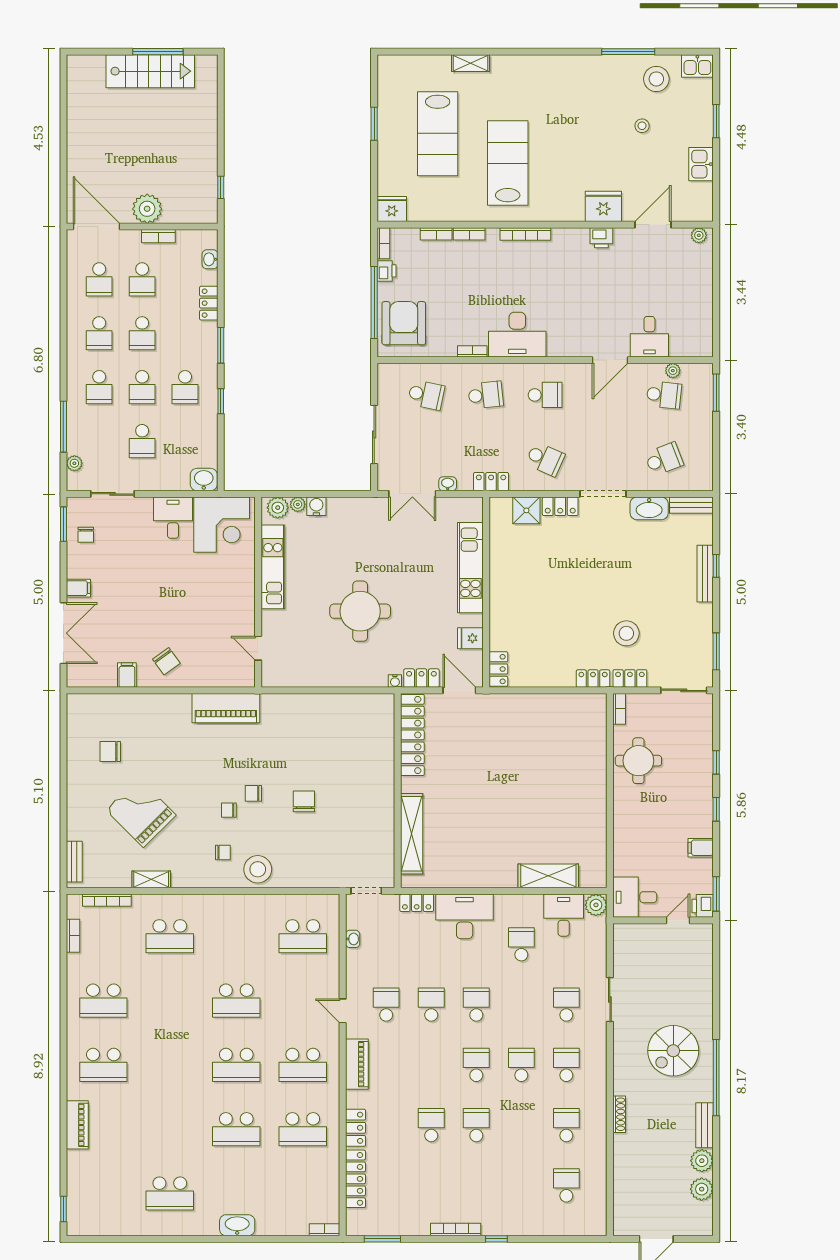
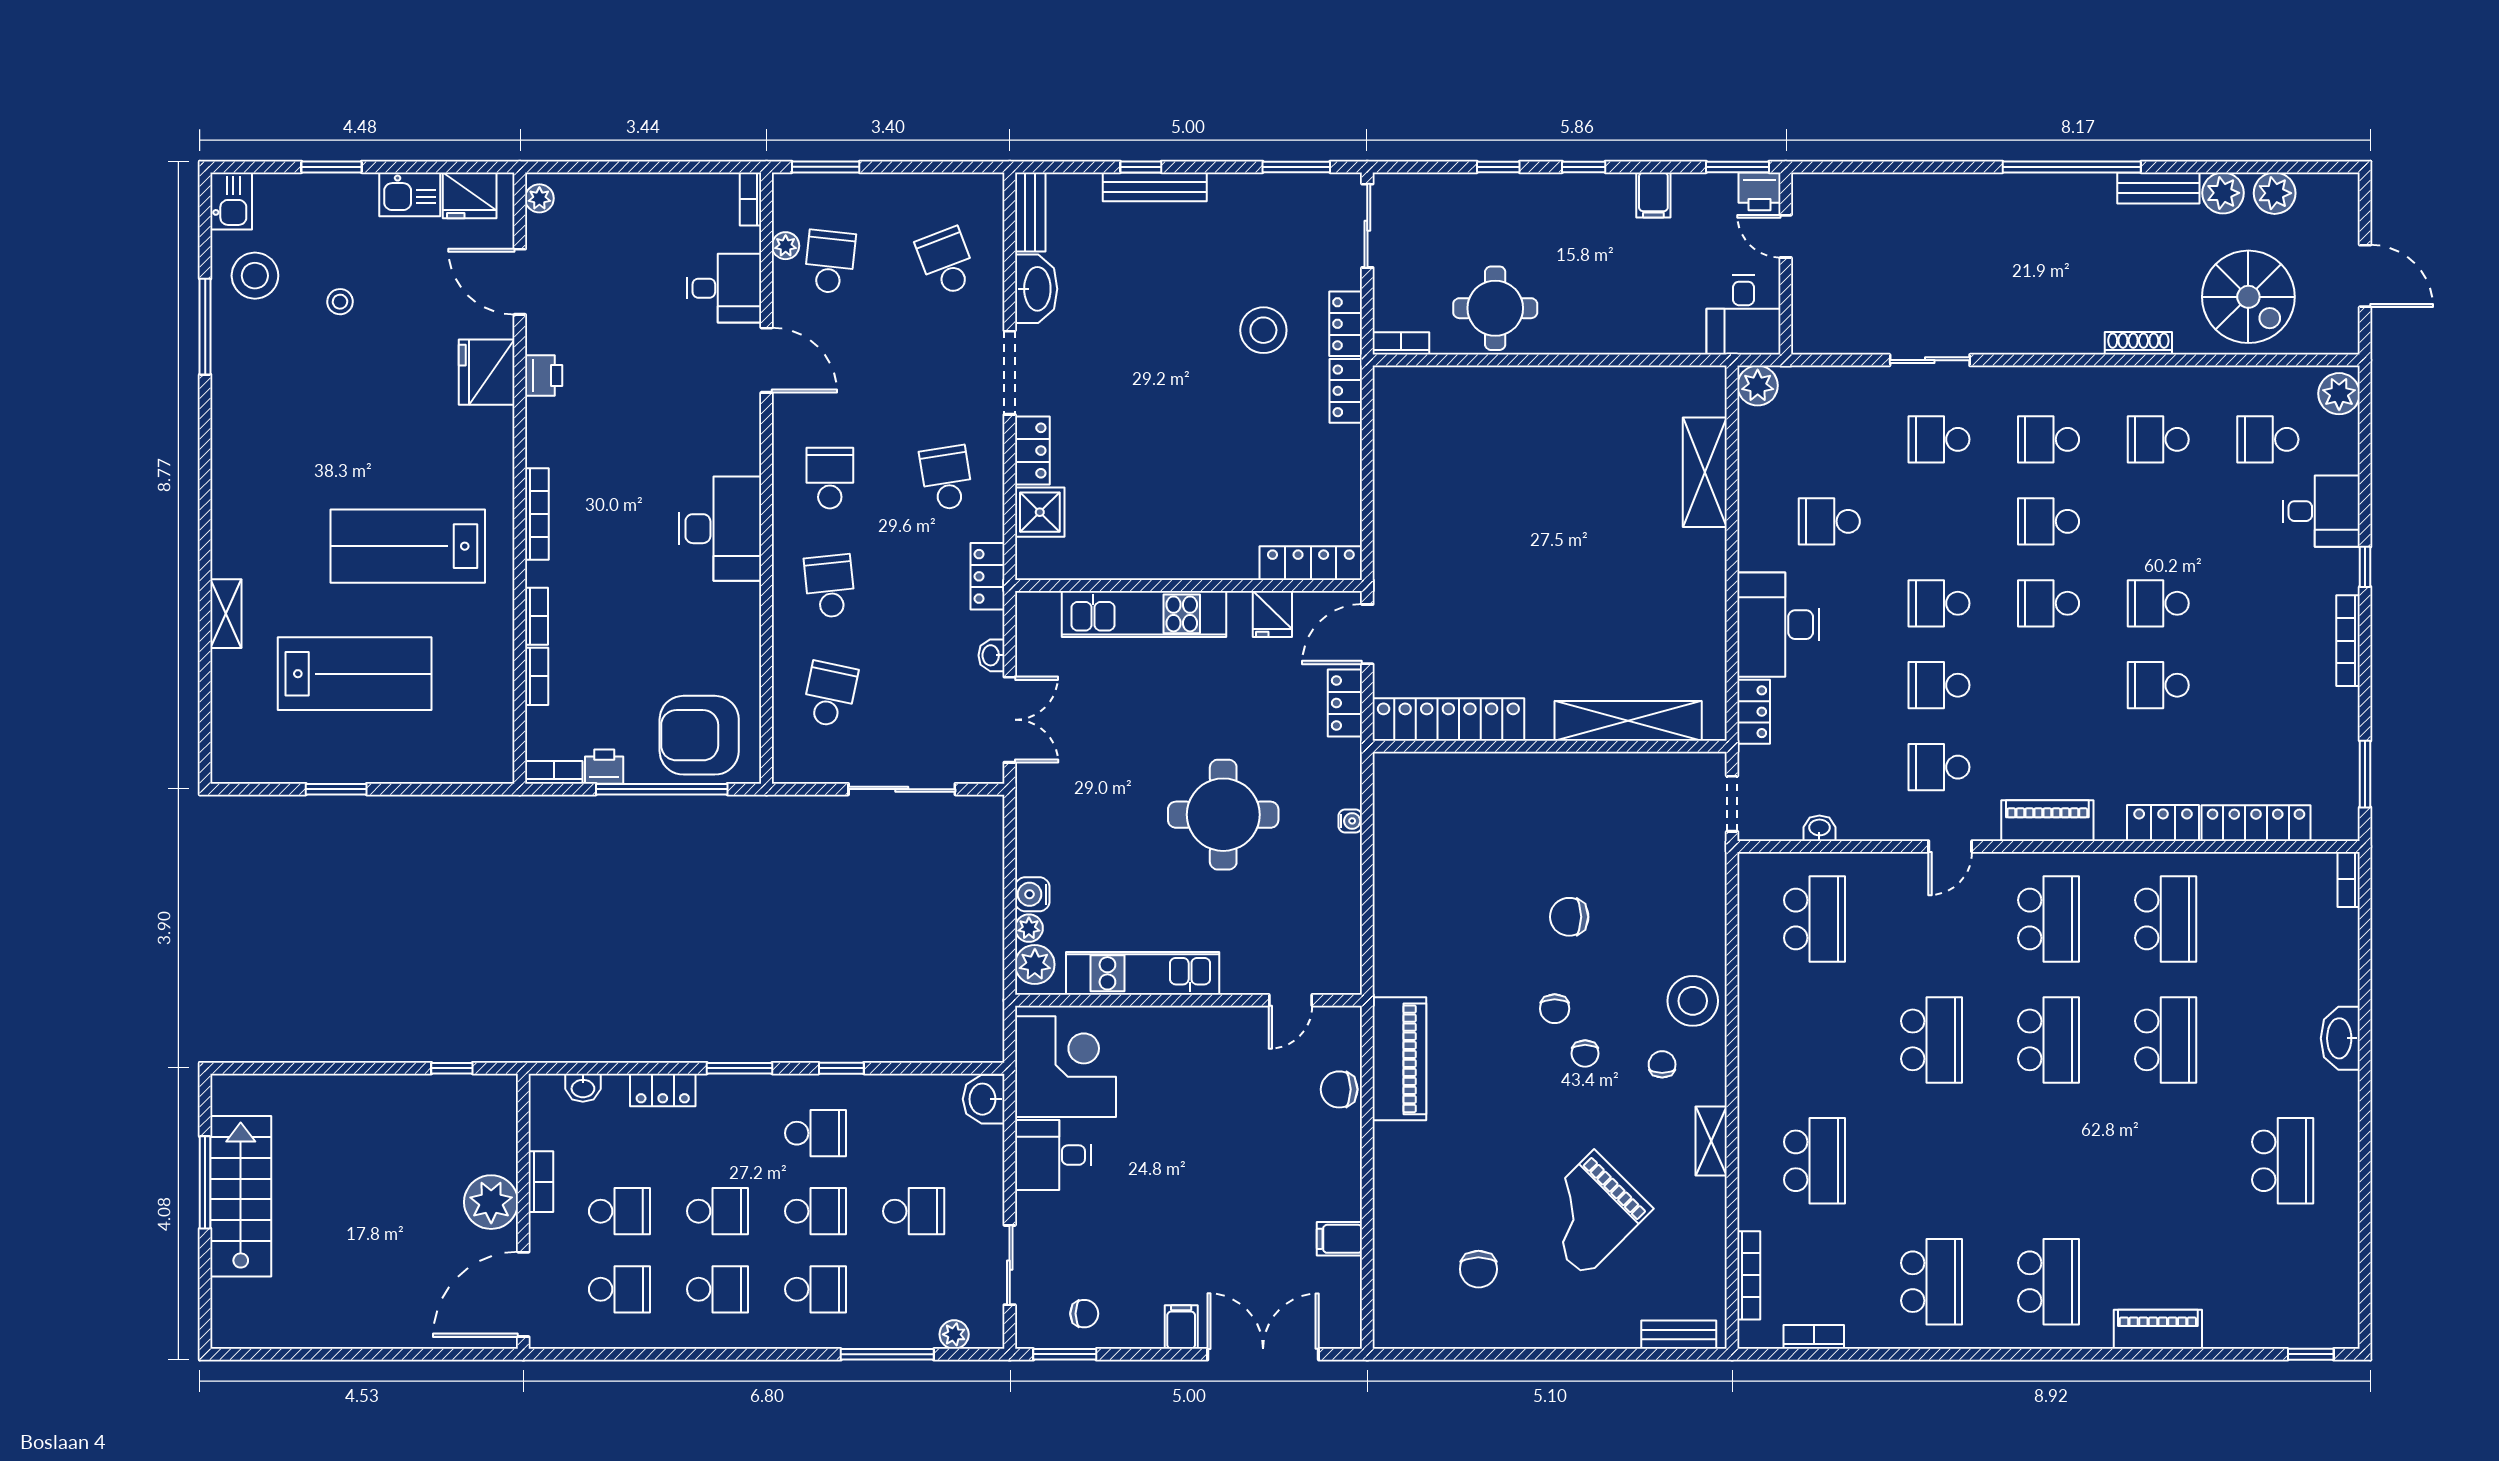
fridge: (392, 209) -> (470, 195), moved, turned -90
bookcase: (472, 351) -> (751, 199), moved
school desk: (545, 459) -> (946, 478), turned -33
chair: (166, 661) -> (1339, 1089), moved, turned -144
locker: (498, 669) -> (1311, 563), width x1.53
water cooler: (395, 681) -> (1350, 821), moved
shelving: (151, 879) -> (1711, 1141), moved
desk: (564, 915) -> (2321, 511), moved, turned 180
spiral stairs: (673, 1051) -> (2248, 297), moved
plant: (591, 1225) -> (2339, 394), added

